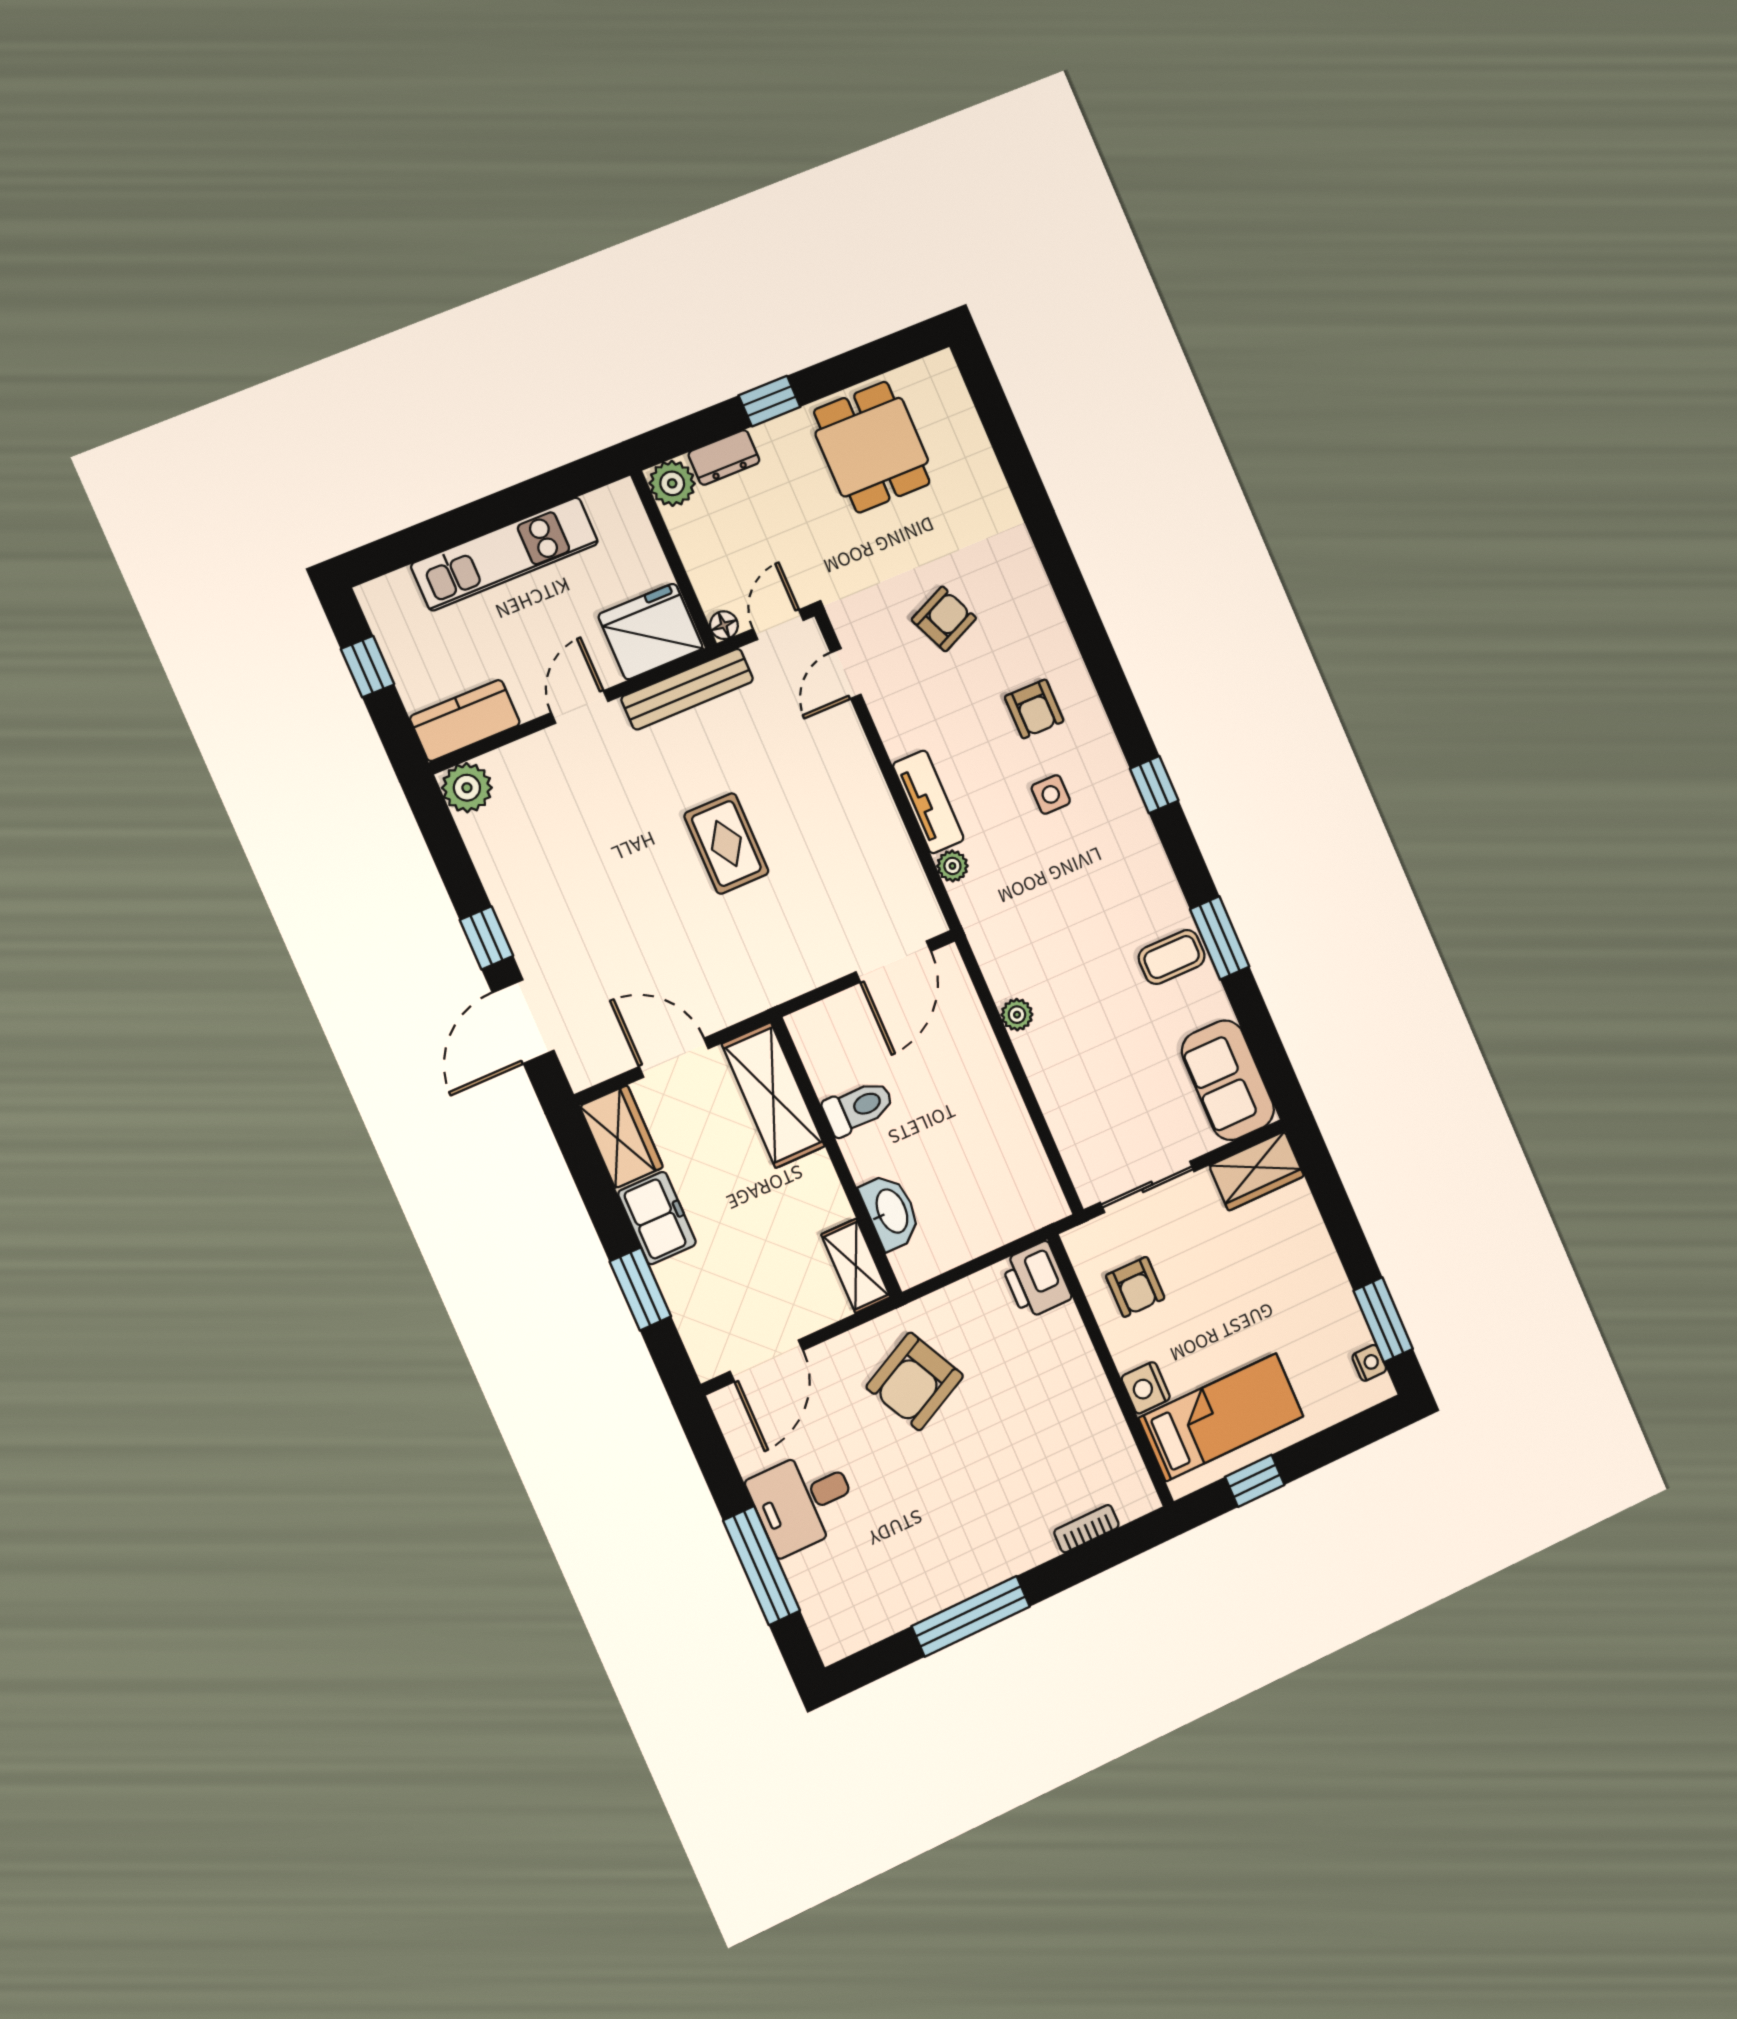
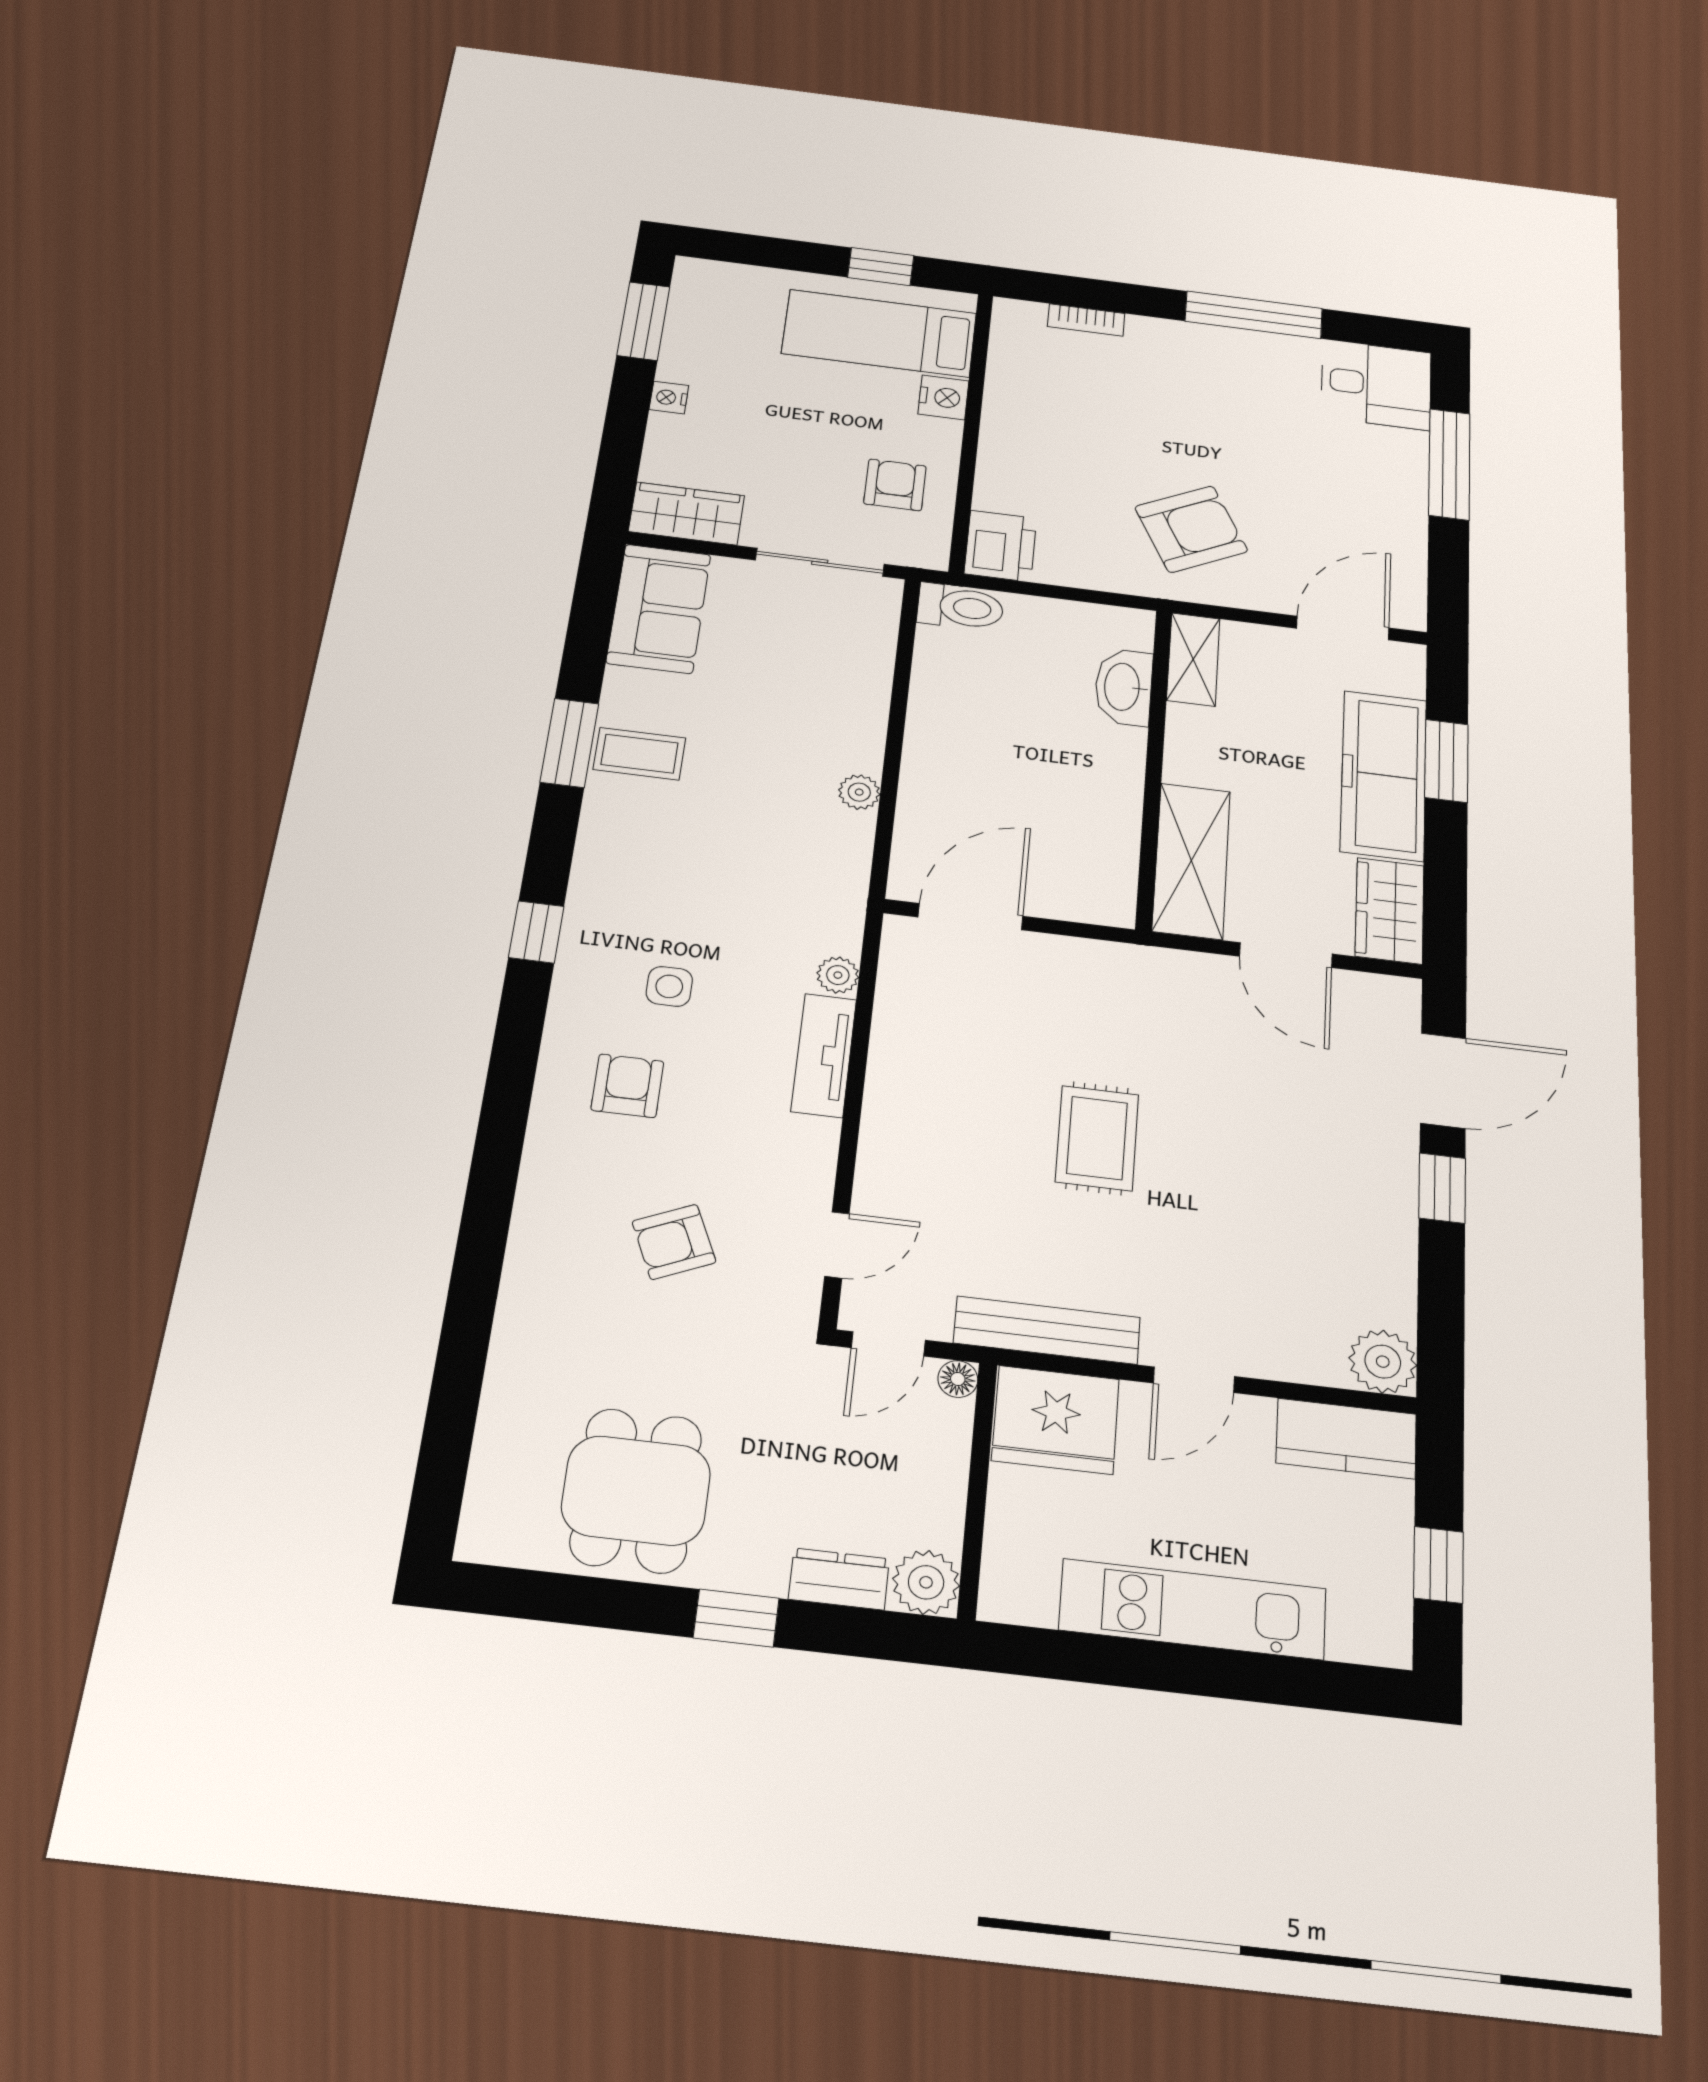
toilet: (858, 1107) -> (960, 607), moved, turned 180
freezer: (657, 1218) -> (1384, 775), width x1.91, depth x1.26
nightstand: (1369, 1363) -> (669, 398), moved
desk: (803, 1501) -> (1376, 385), moved

